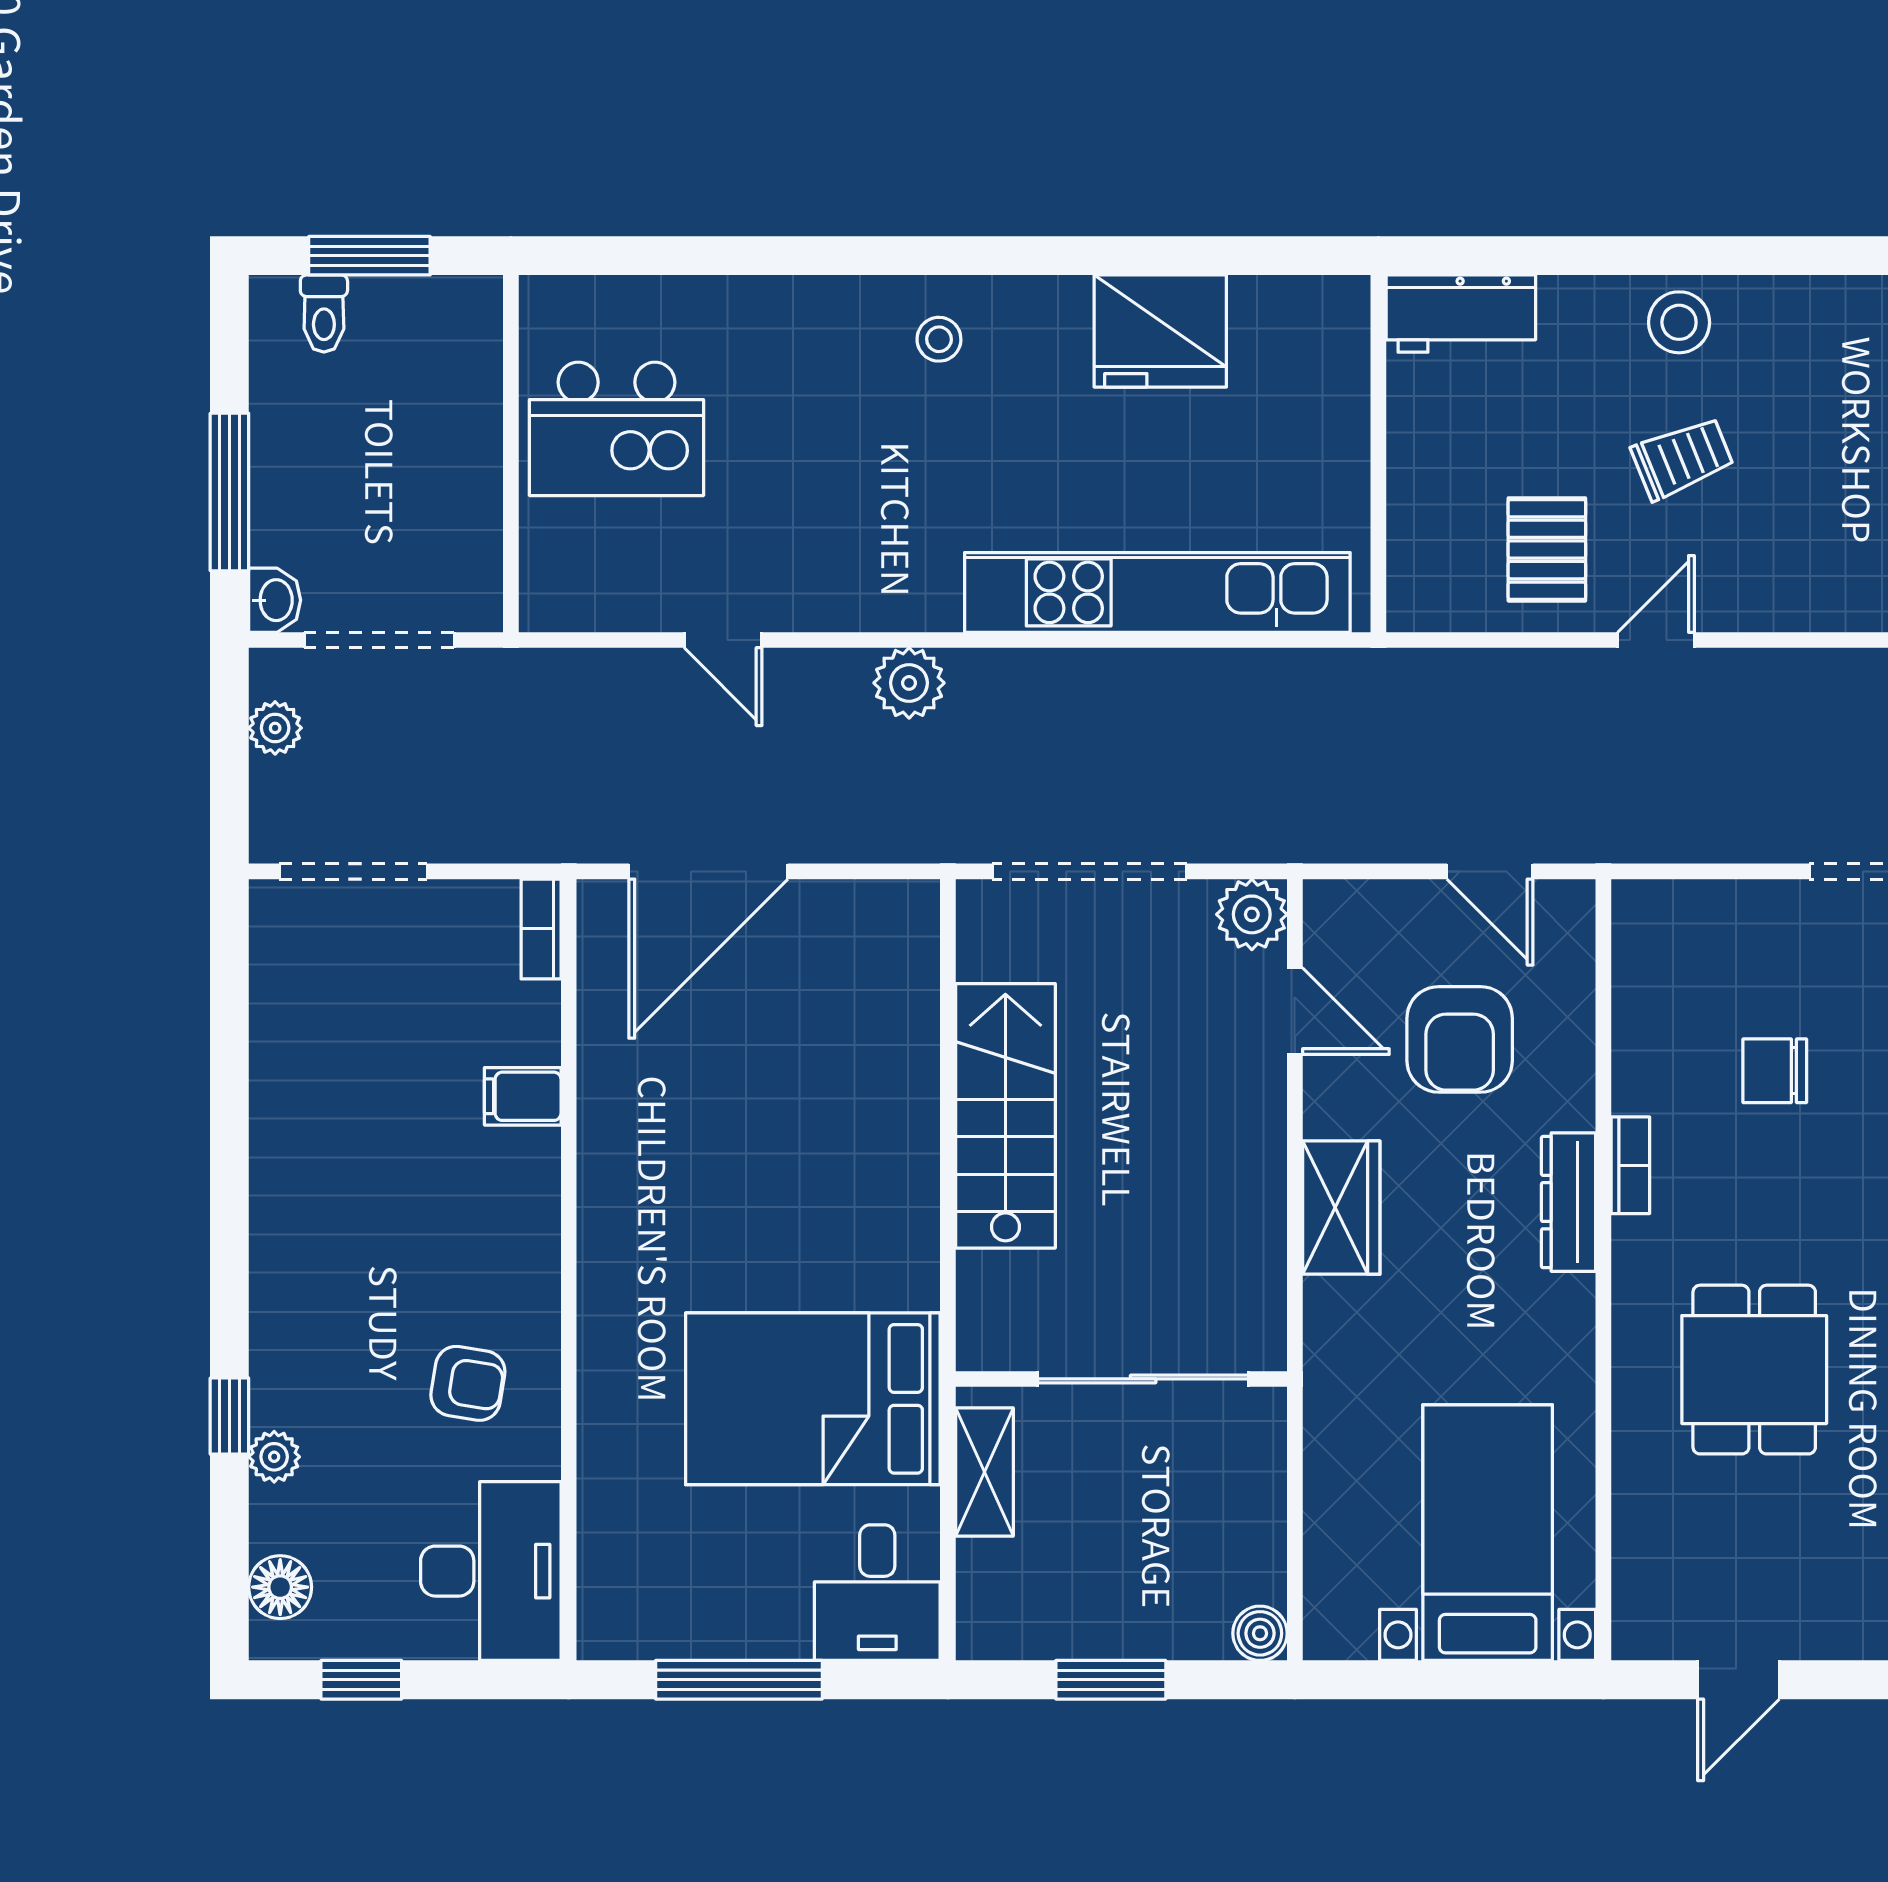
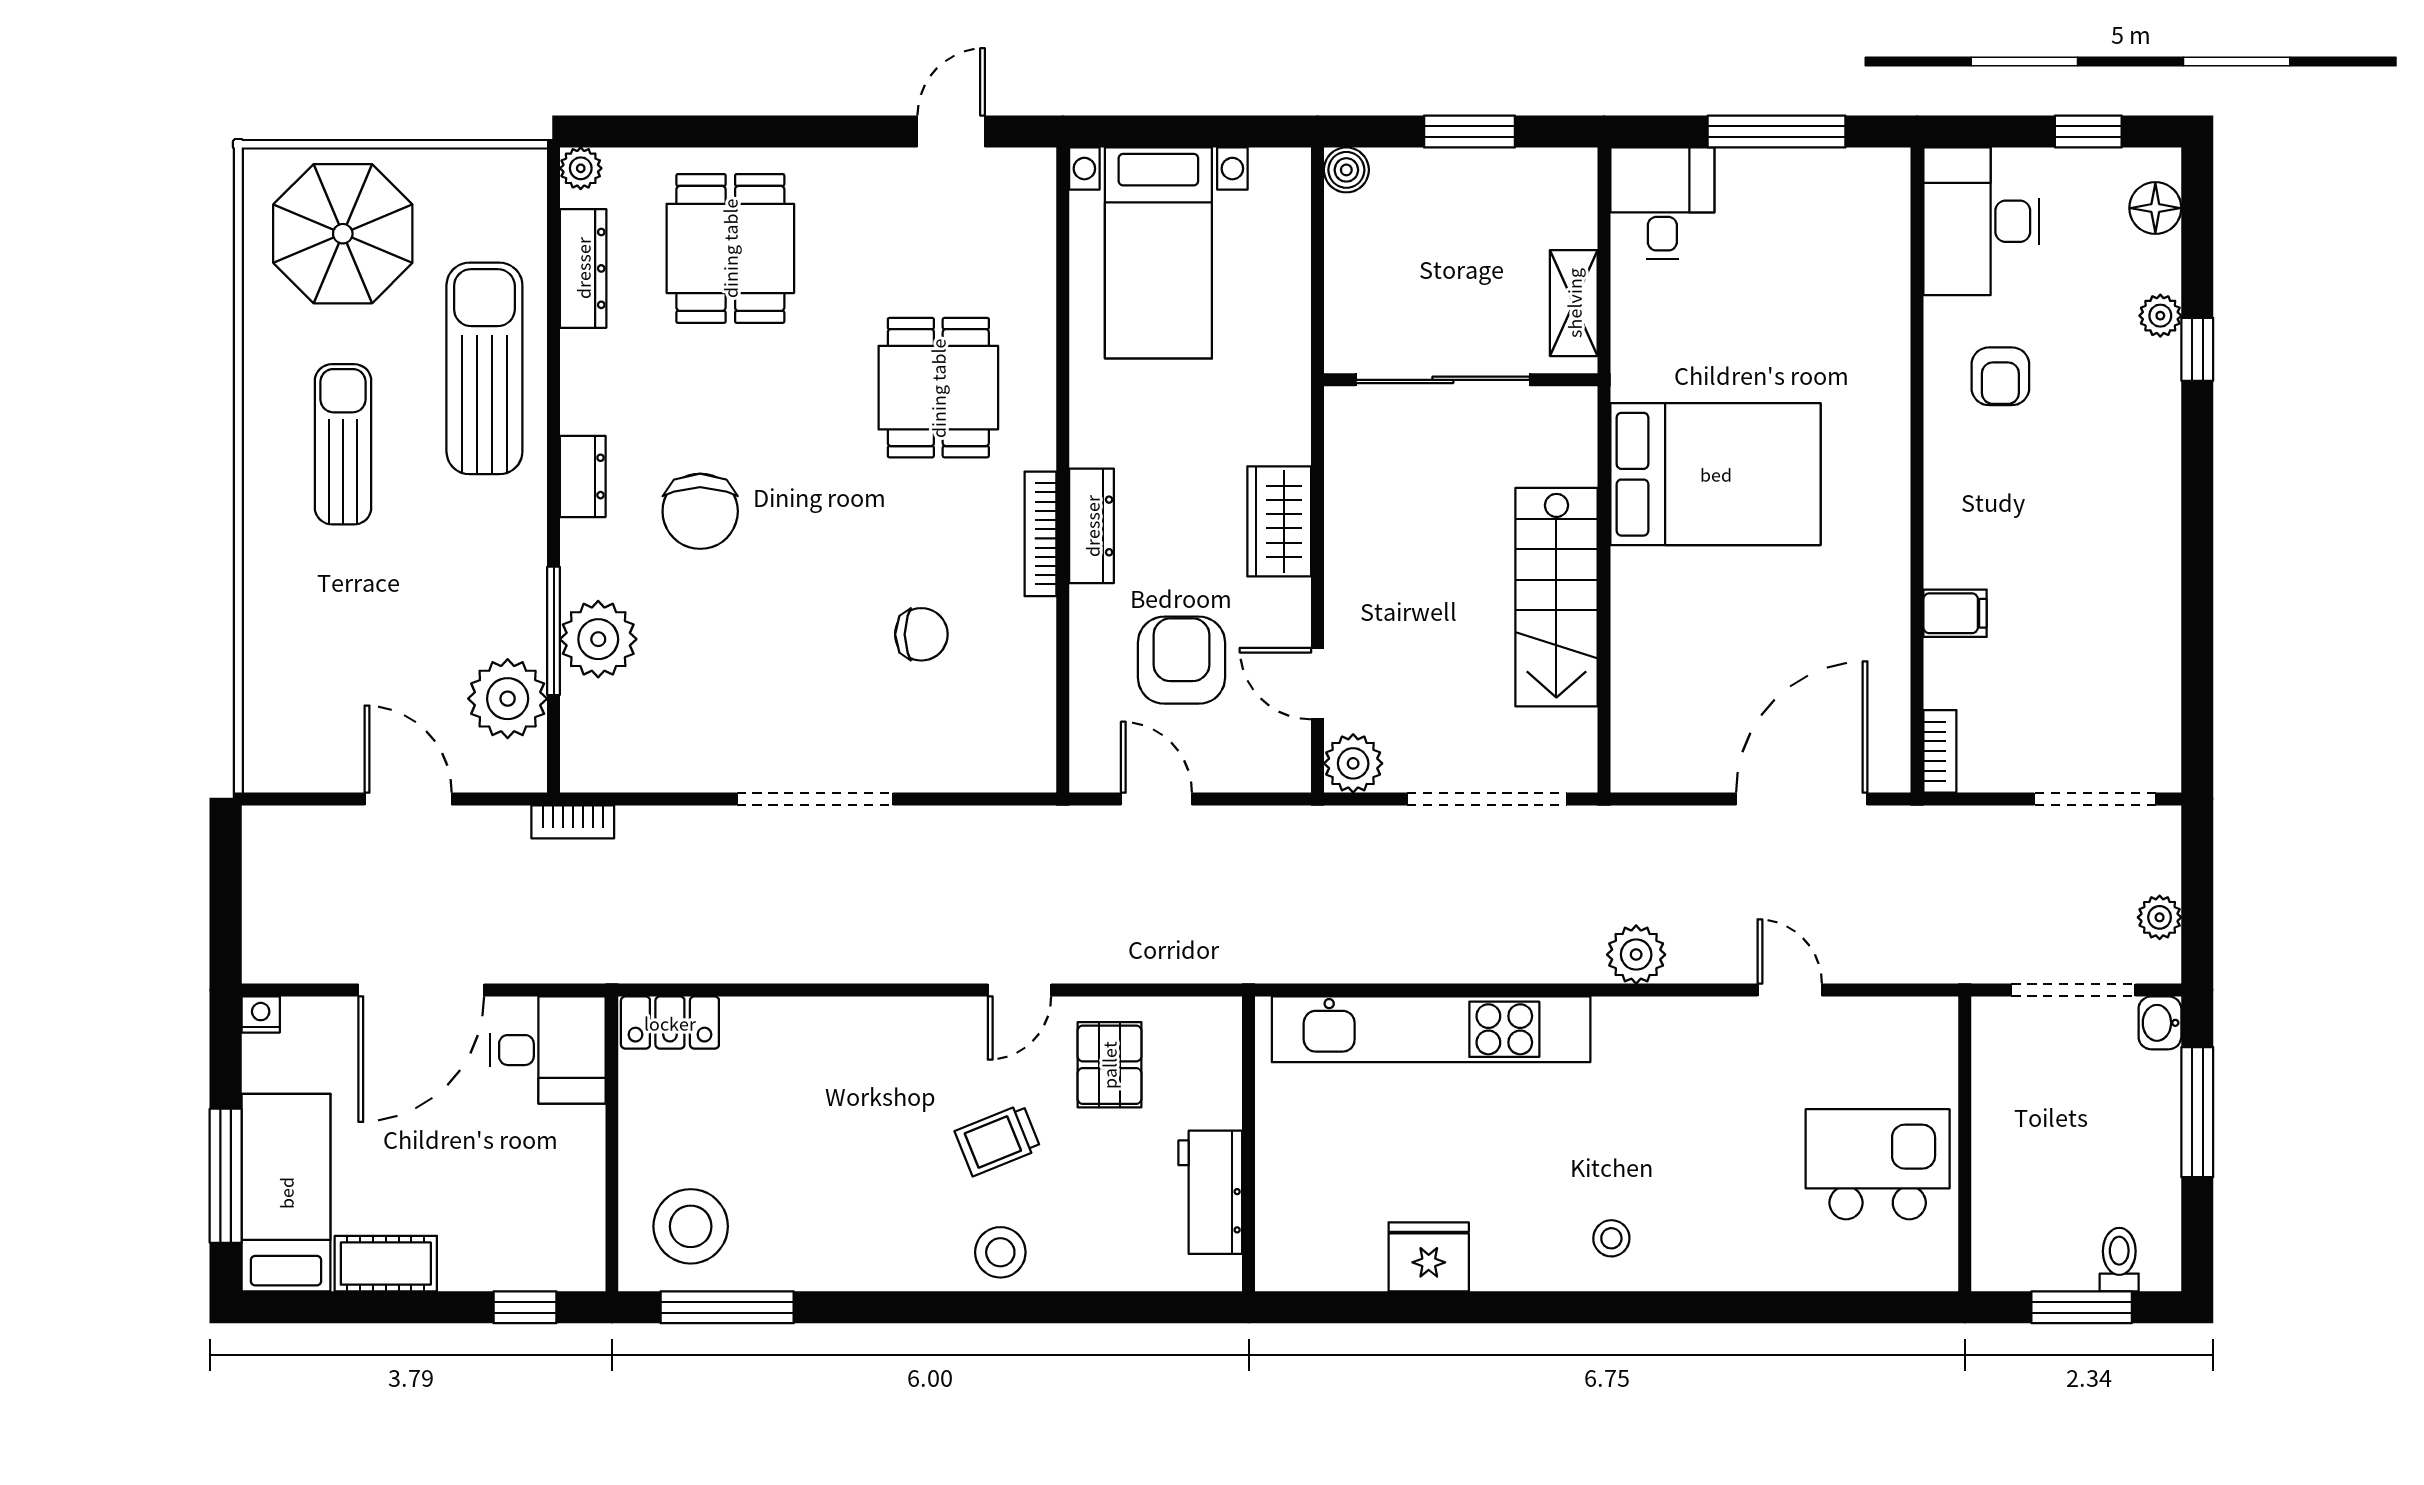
workbench: (1461, 314) -> (1210, 1192), moved, turned -90
fridge: (1160, 331) -> (1429, 1257), width x0.73, depth x0.75
bookcase: (1630, 1165) -> (1041, 534), width x1.56
armchair: (468, 1383) -> (2000, 376), turned -99
bed: (813, 1399) -> (1716, 474), moved

